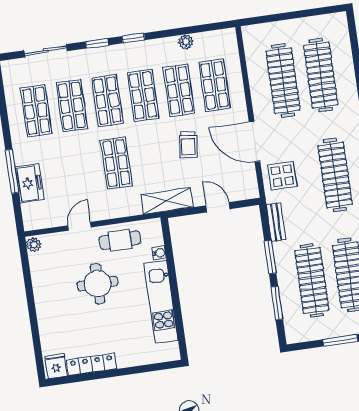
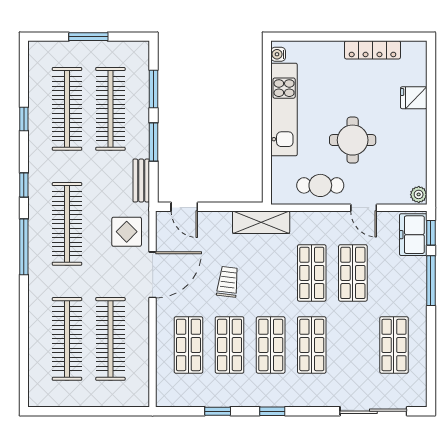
plant: (186, 42) -> (214, 399), removed
window: (97, 43) -> (218, 411), moved
sliding door: (46, 51) -> (373, 411), width x1.37
shop shelf: (72, 106) -> (353, 273), moved
door: (254, 142) -> (153, 275), hinge flipped
freezer: (29, 183) -> (413, 235), moved
door: (218, 207) -> (184, 207), moved
window: (18, 213) -> (431, 233), added
door: (80, 226) -> (364, 208), hinge flipped
water cooler: (159, 253) -> (278, 54), moved
fridge: (56, 366) -> (414, 98), moved, turned 90

